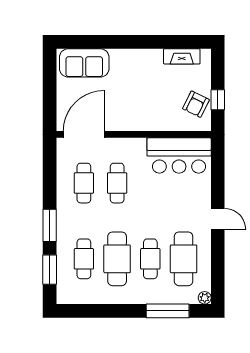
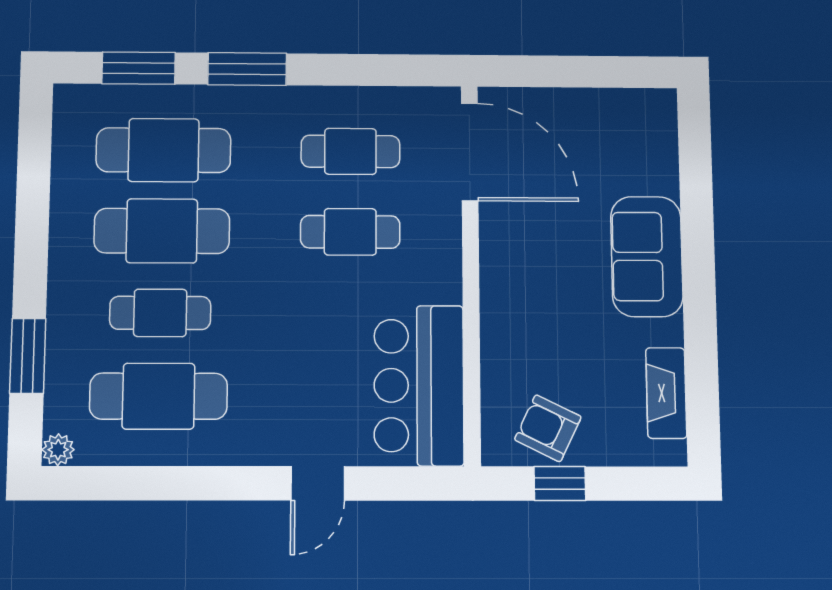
sofa: (84, 63) -> (647, 256), moved
door: (218, 219) -> (318, 483), moved
cafe table: (84, 259) -> (163, 150), width x1.37, depth x1.35
window: (168, 311) -> (28, 356), width x0.69

